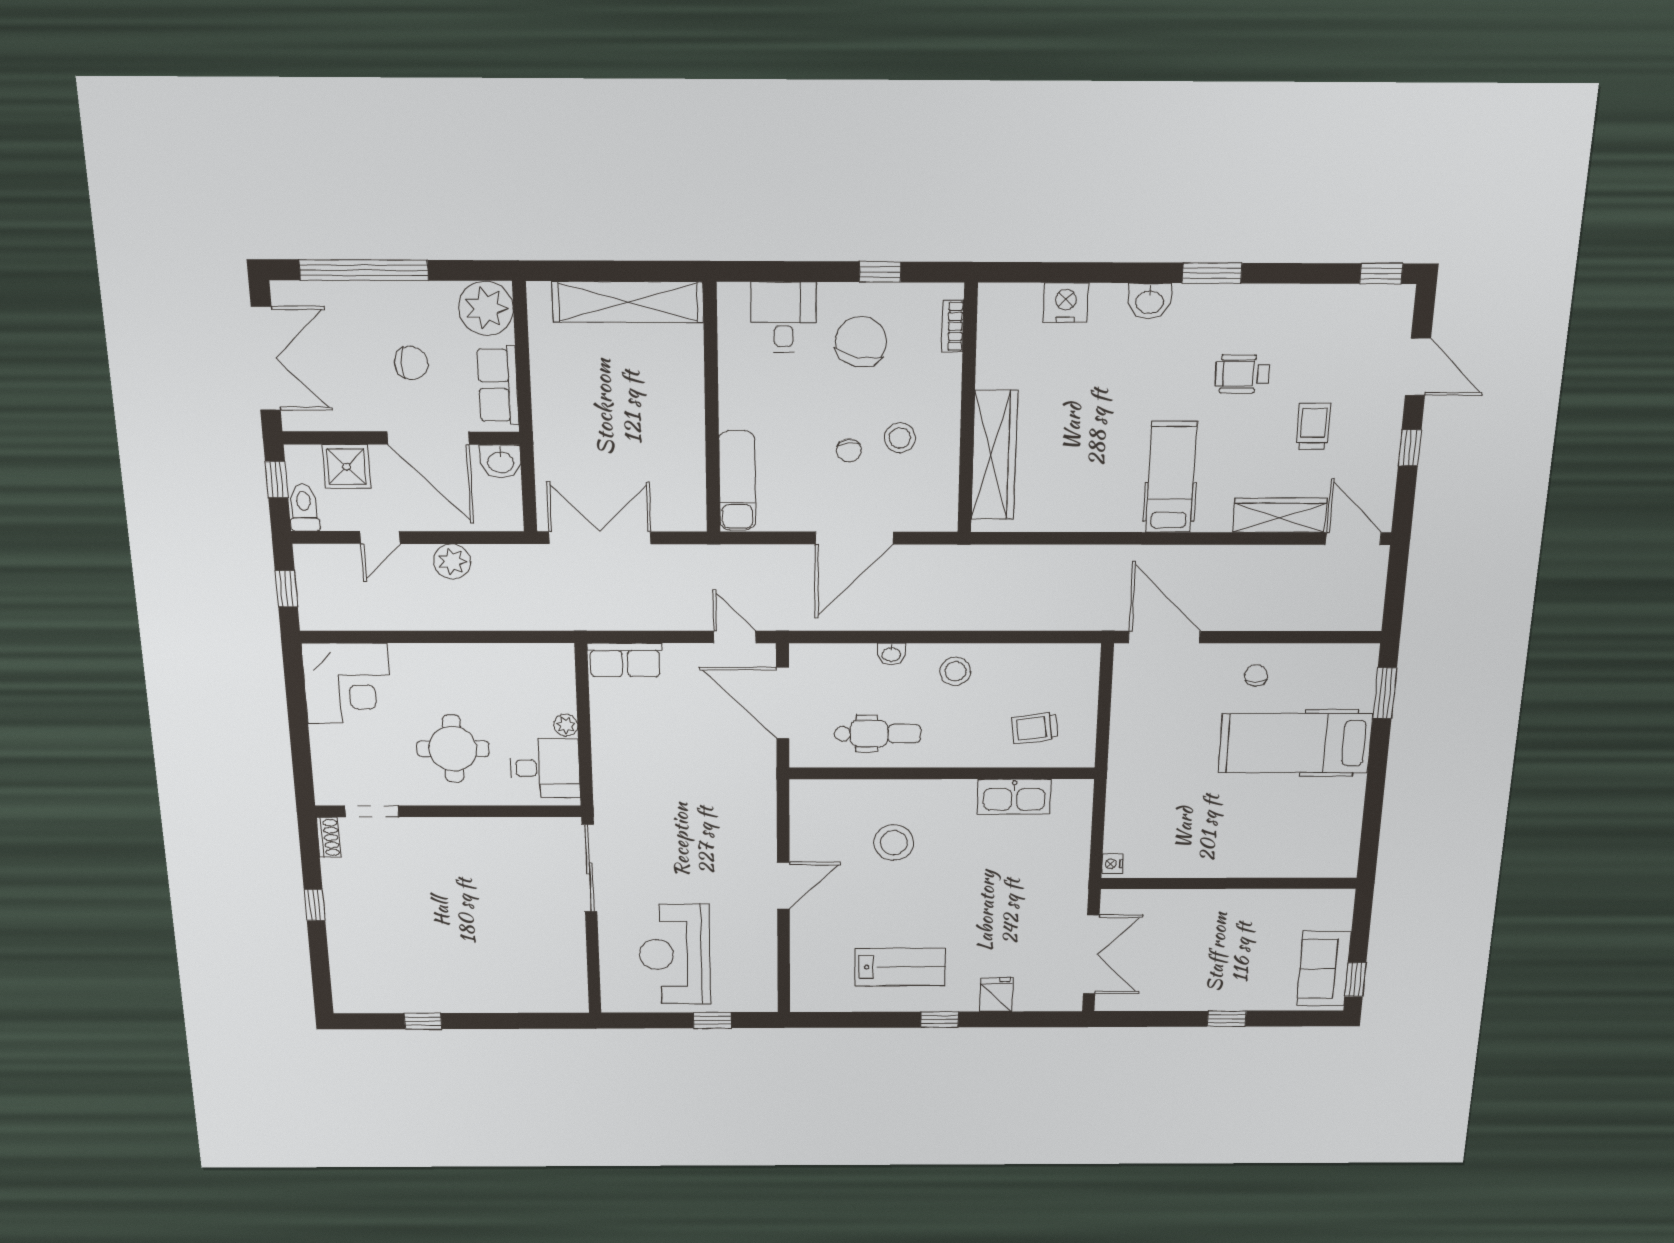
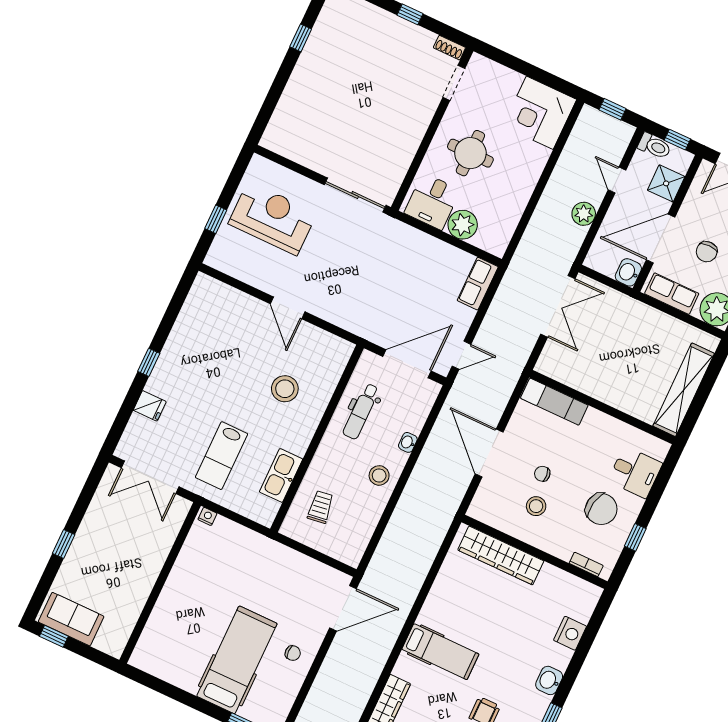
plant: (566, 725) -> (463, 225), width x1.88, depth x1.88
lab bench: (900, 967) -> (222, 456), moved

